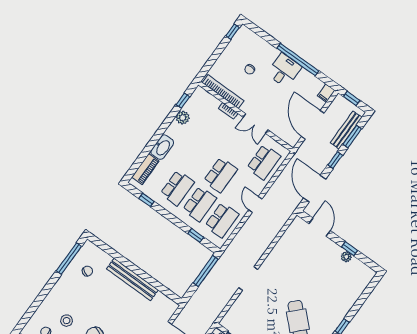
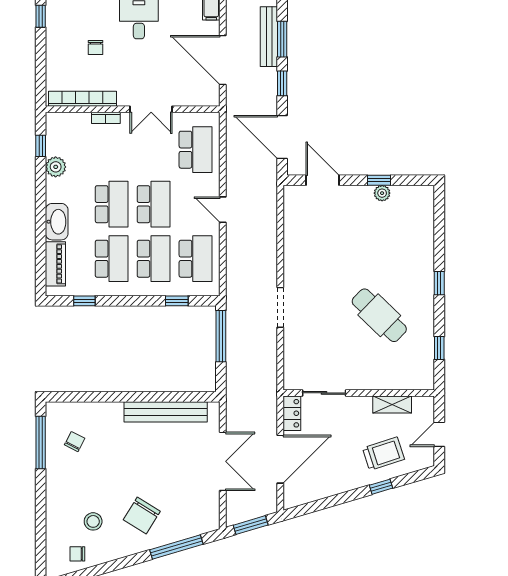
school desk: (198, 159) -> (112, 204), added
bench: (132, 279) -> (166, 412), moved

